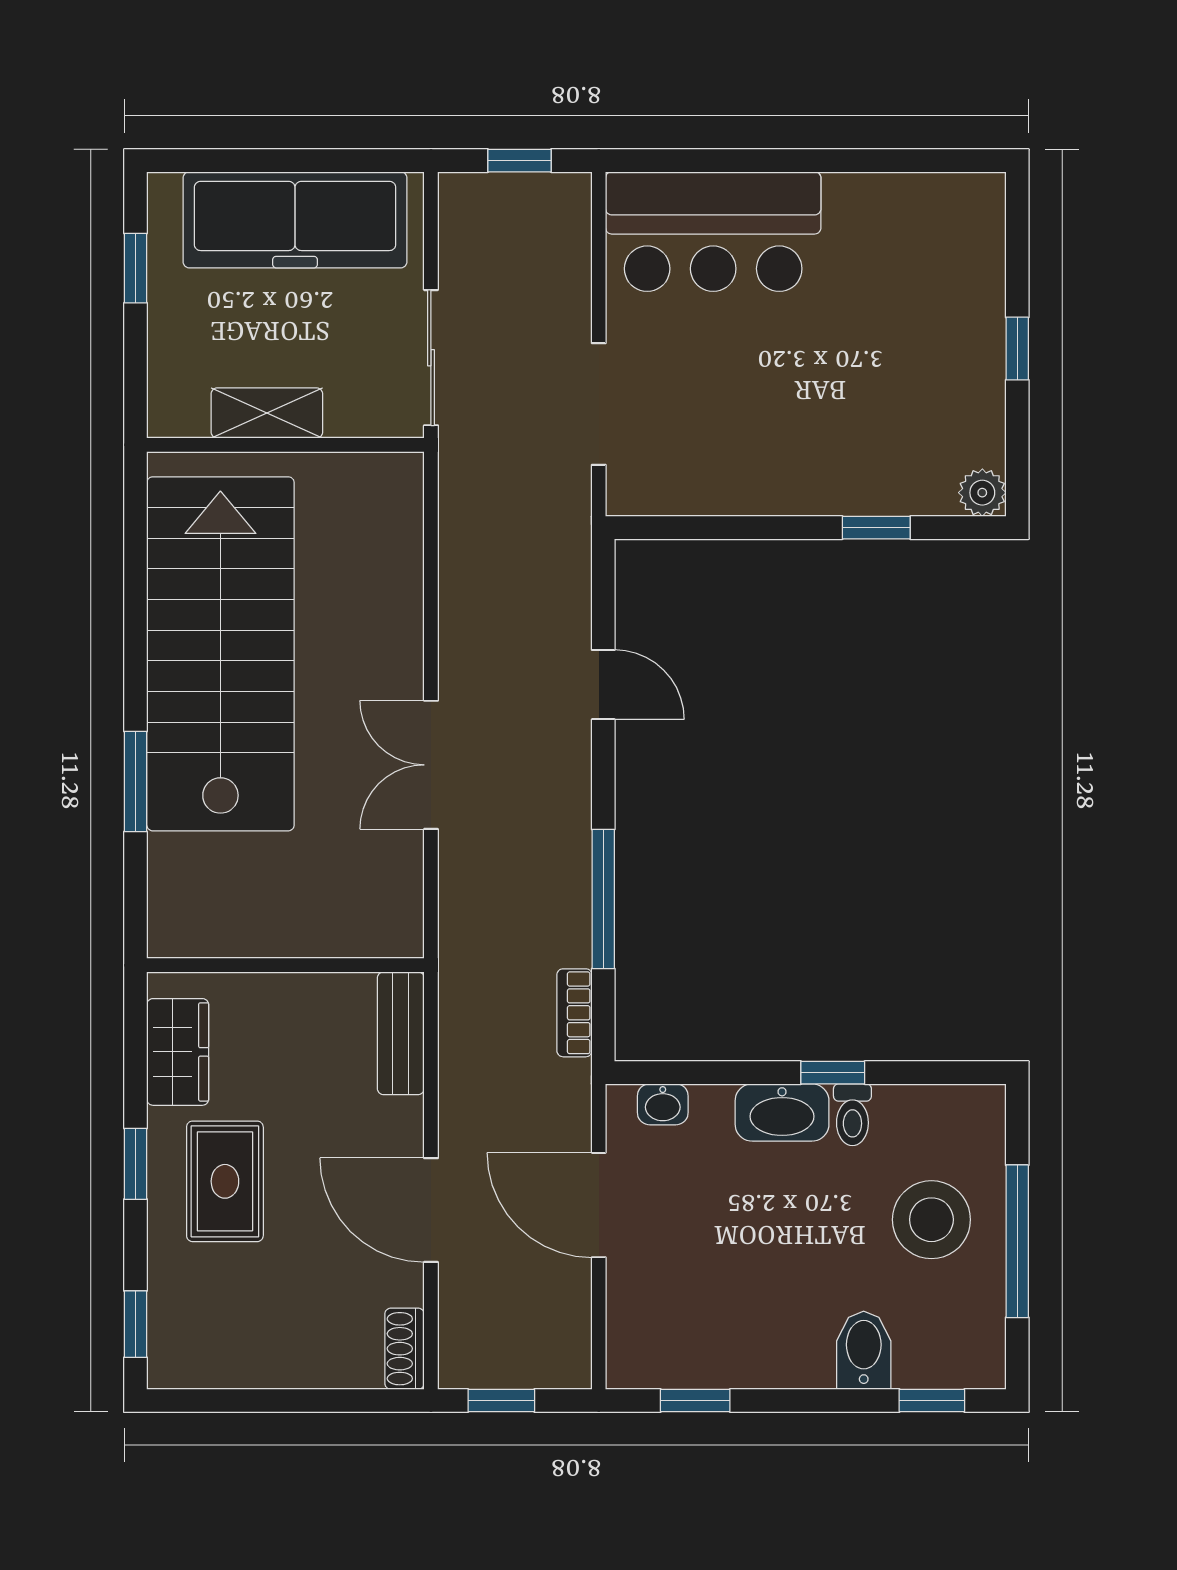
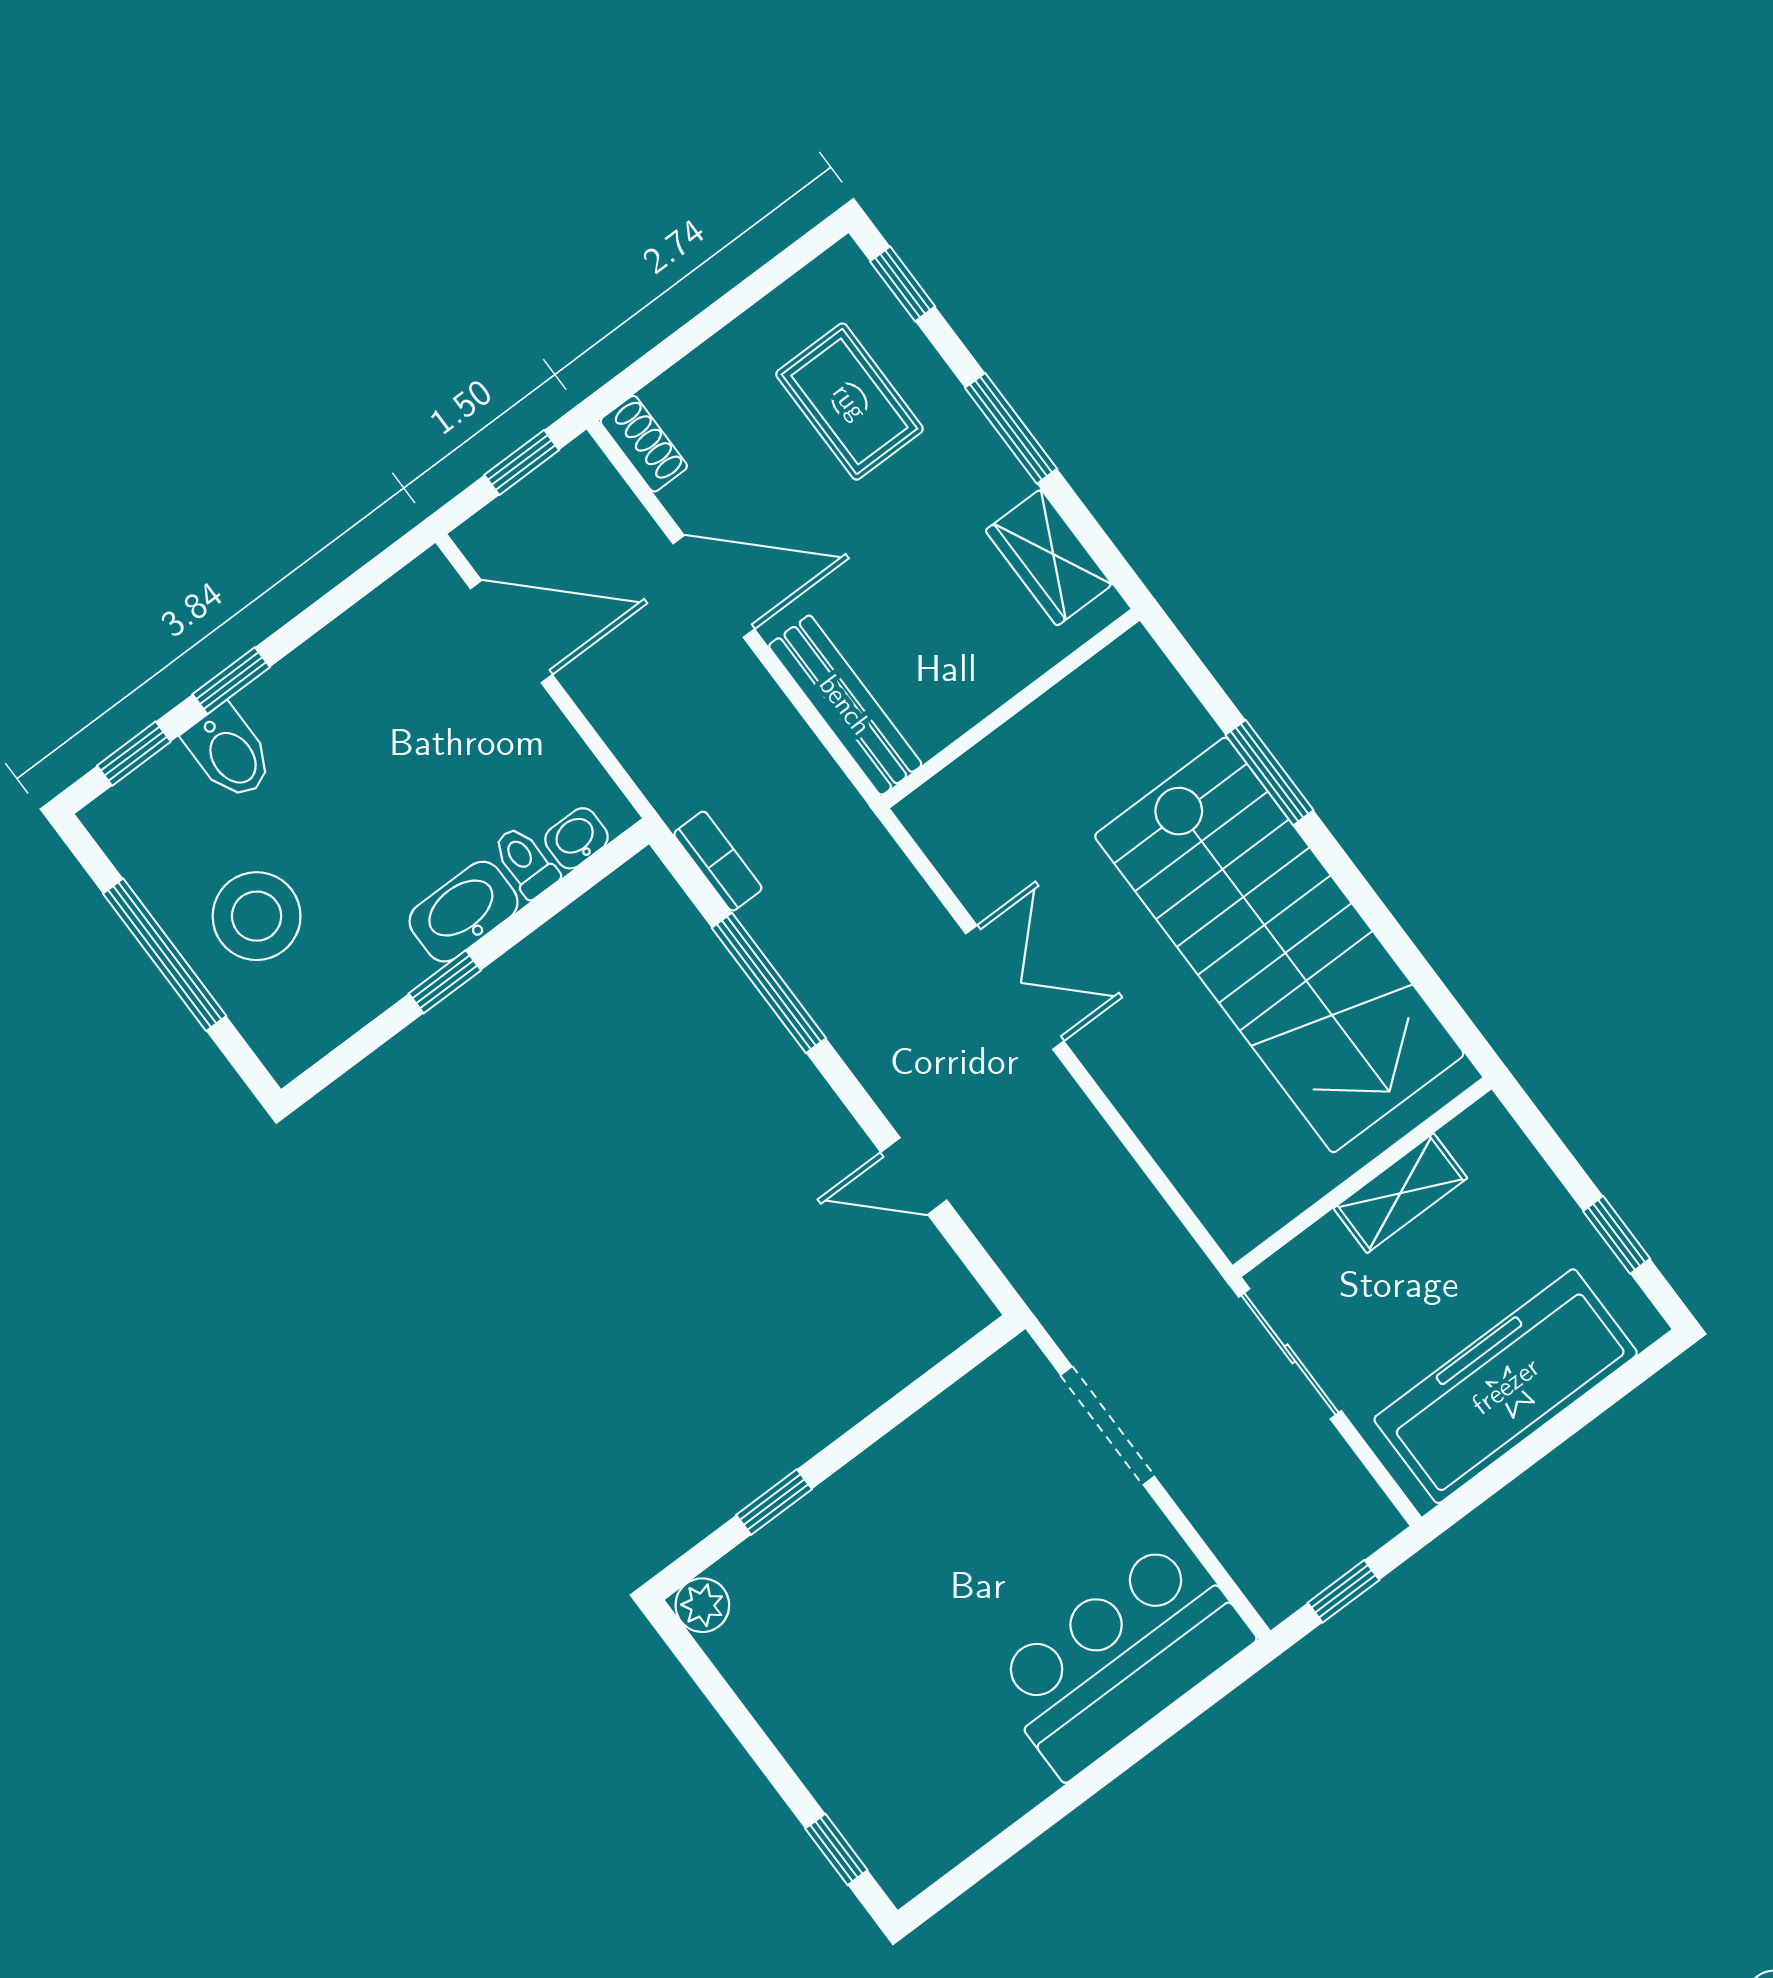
window: (1017, 349) -> (836, 1849), moved
bench: (401, 1033) -> (845, 705), width x1.36
toilet: (852, 1115) -> (525, 862), moved
window: (136, 1164) -> (1011, 428), width x1.50
rug: (225, 1181) -> (850, 402), moved
door: (599, 1205) -> (511, 632), moved
window: (695, 1400) -> (231, 681), moved

